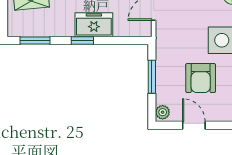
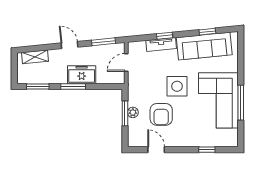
window: (82, 41) -> (73, 86), width x1.50
plant: (163, 112) -> (133, 112), moved

